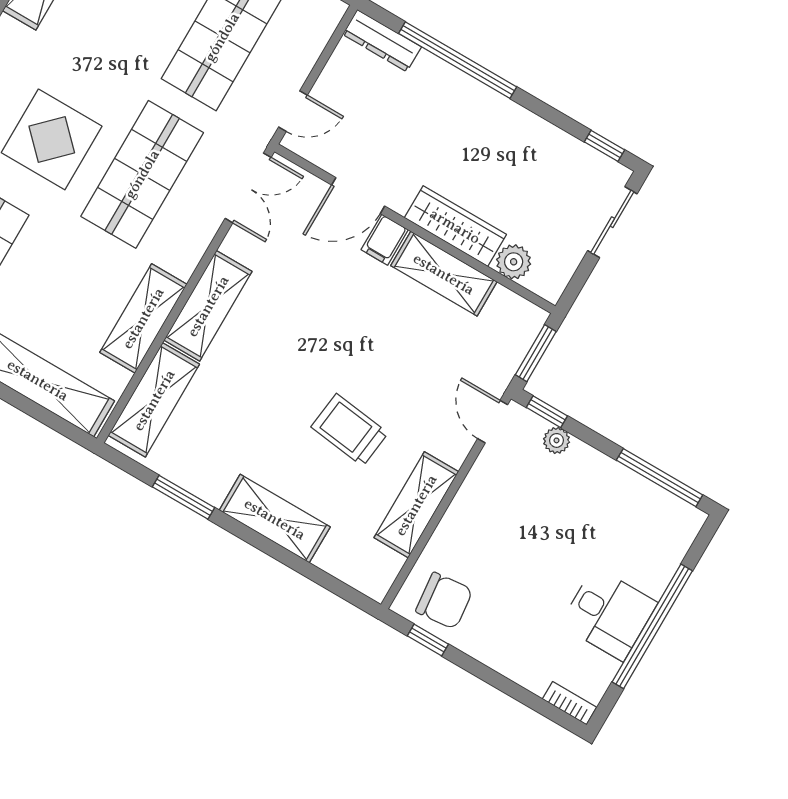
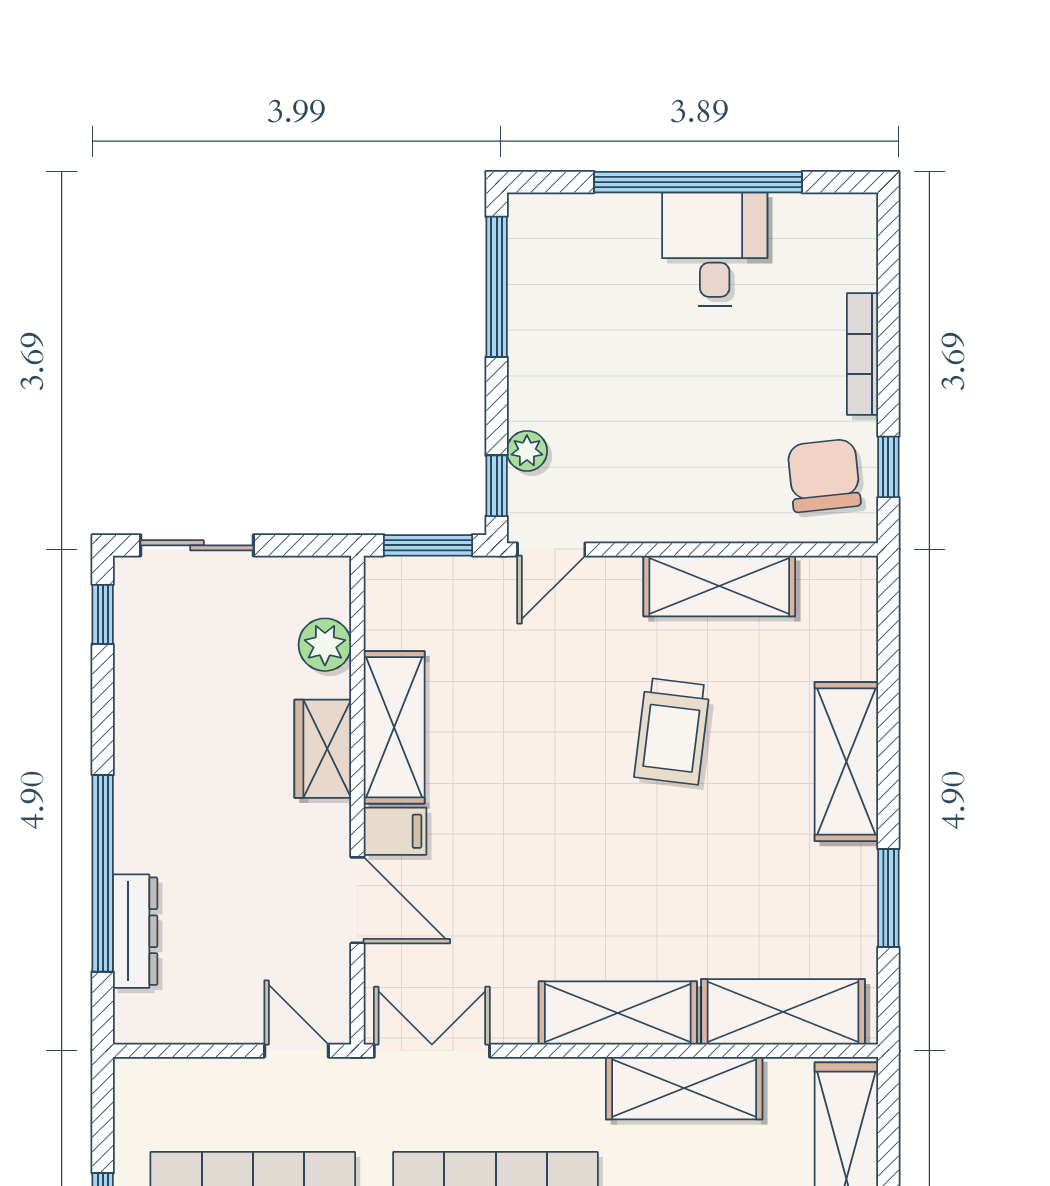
dresser: (382, 41) -> (135, 931), moved
wardrobe: (455, 226) -> (323, 749), width x0.67
bookcase: (569, 703) -> (863, 354), moved, width x1.56

